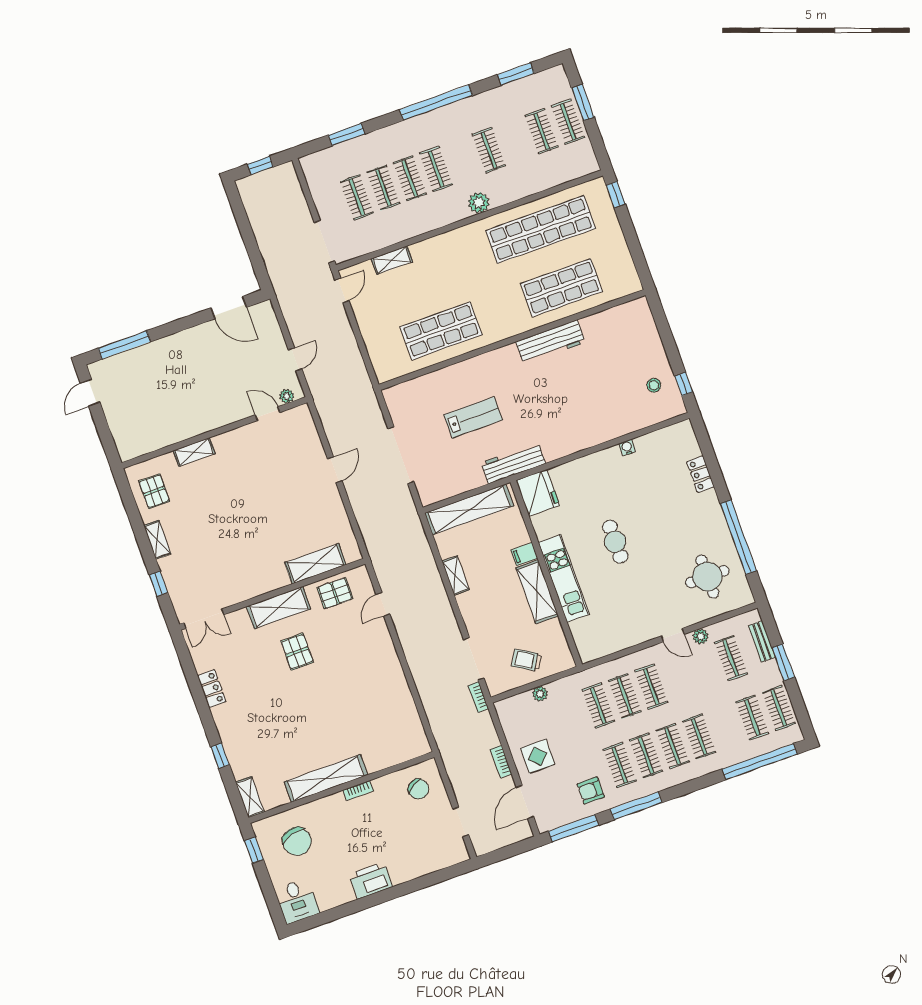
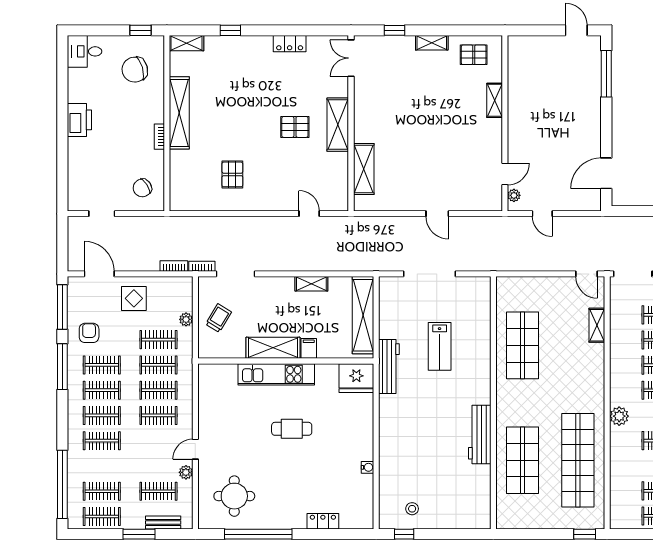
pallet: (335, 593) -> (232, 174), moved
clothes rail: (572, 715) -> (158, 340), added
bookcase: (501, 762) -> (174, 266), moved

